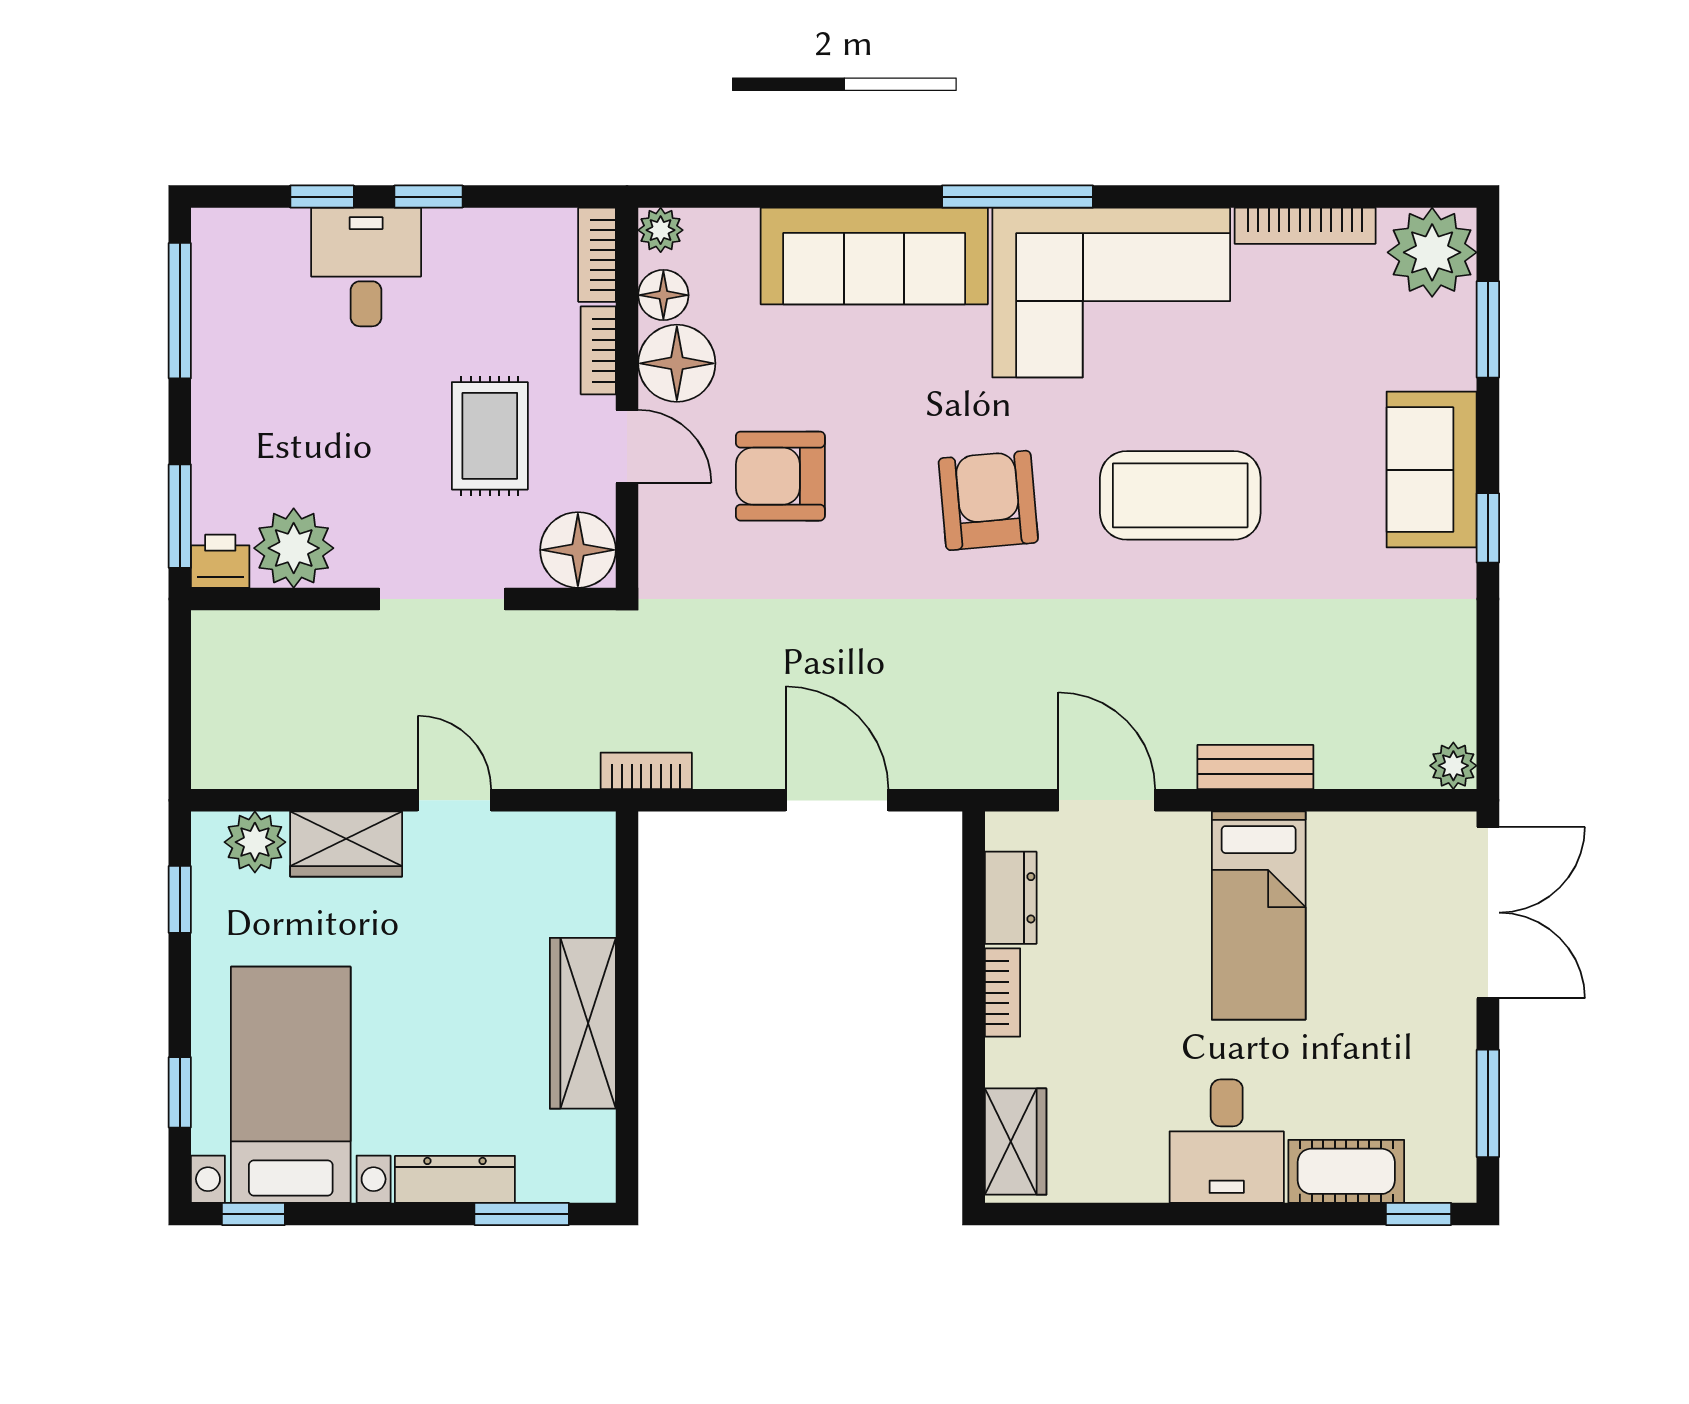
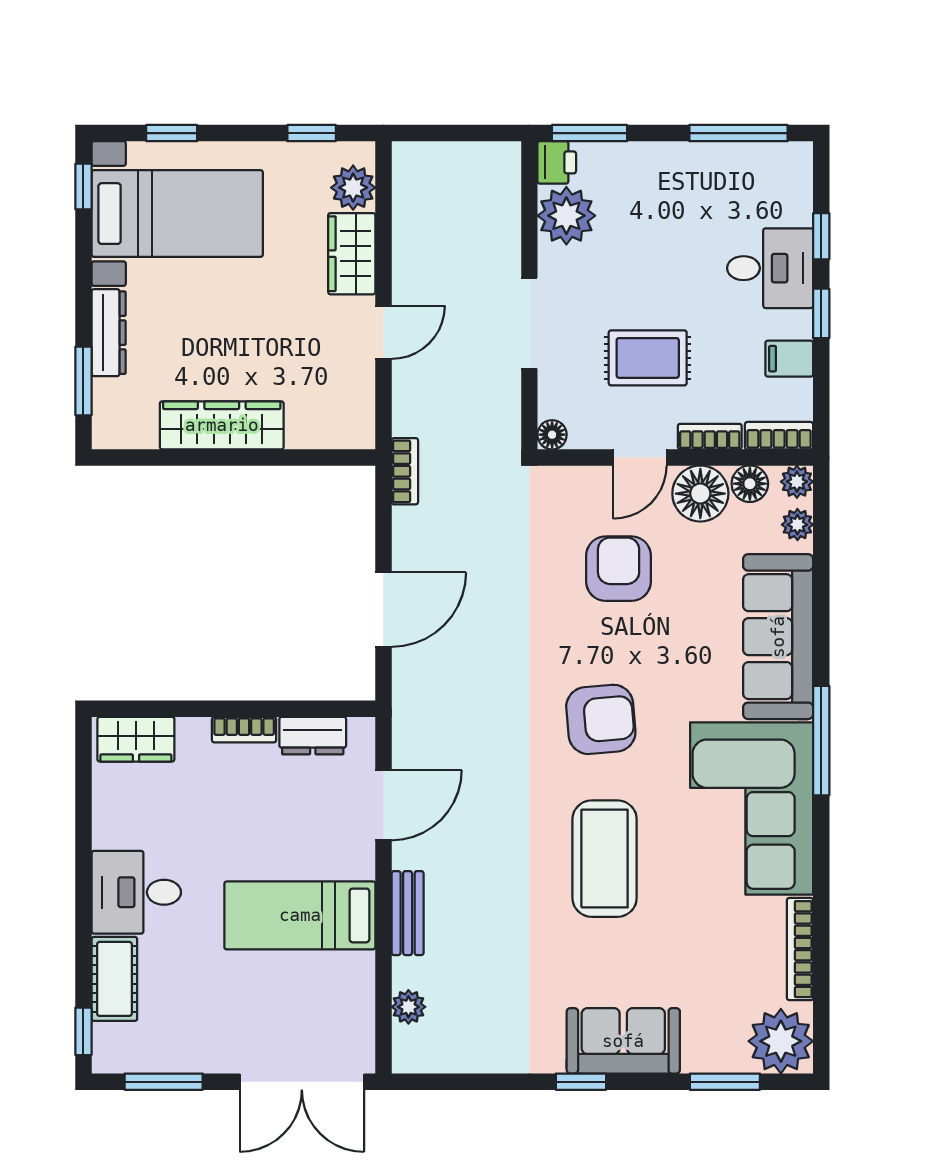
plant: (720, 229) -> (797, 525), added
filing cabinet: (491, 241) -> (789, 359), added
floor lamp: (578, 550) -> (552, 435), width x0.53, depth x0.53
plant: (1453, 766) -> (408, 1007), moved

